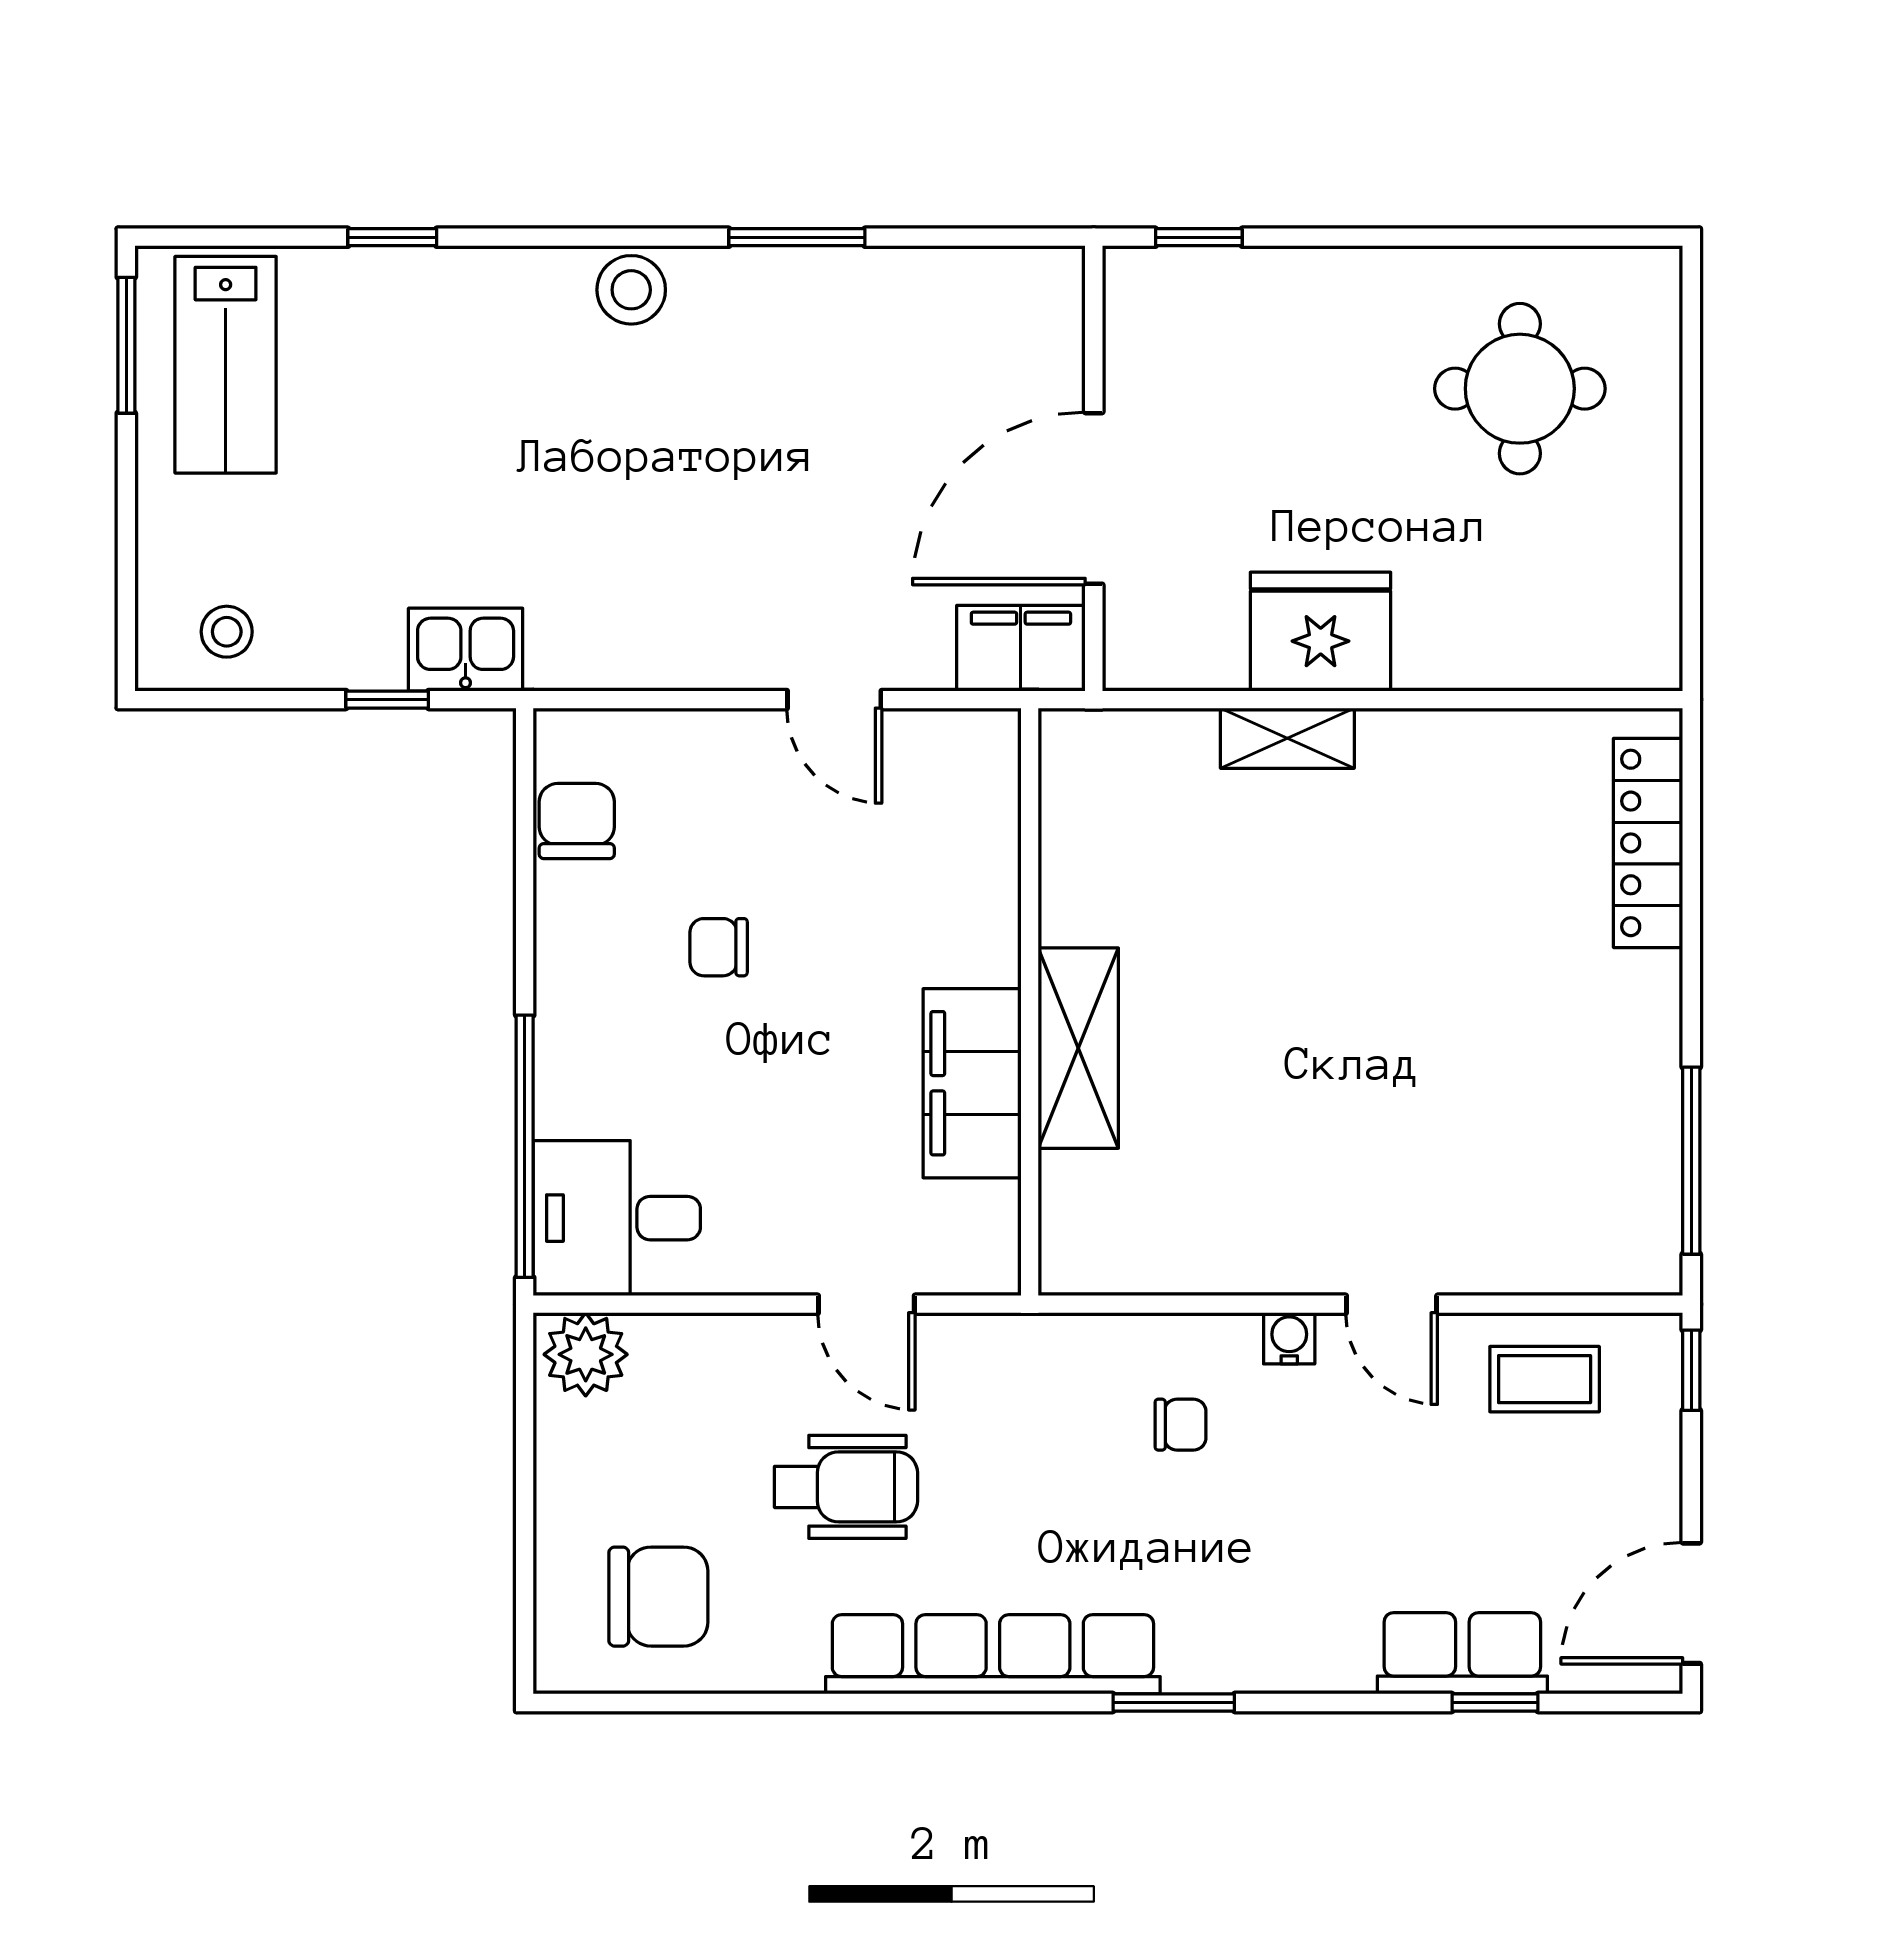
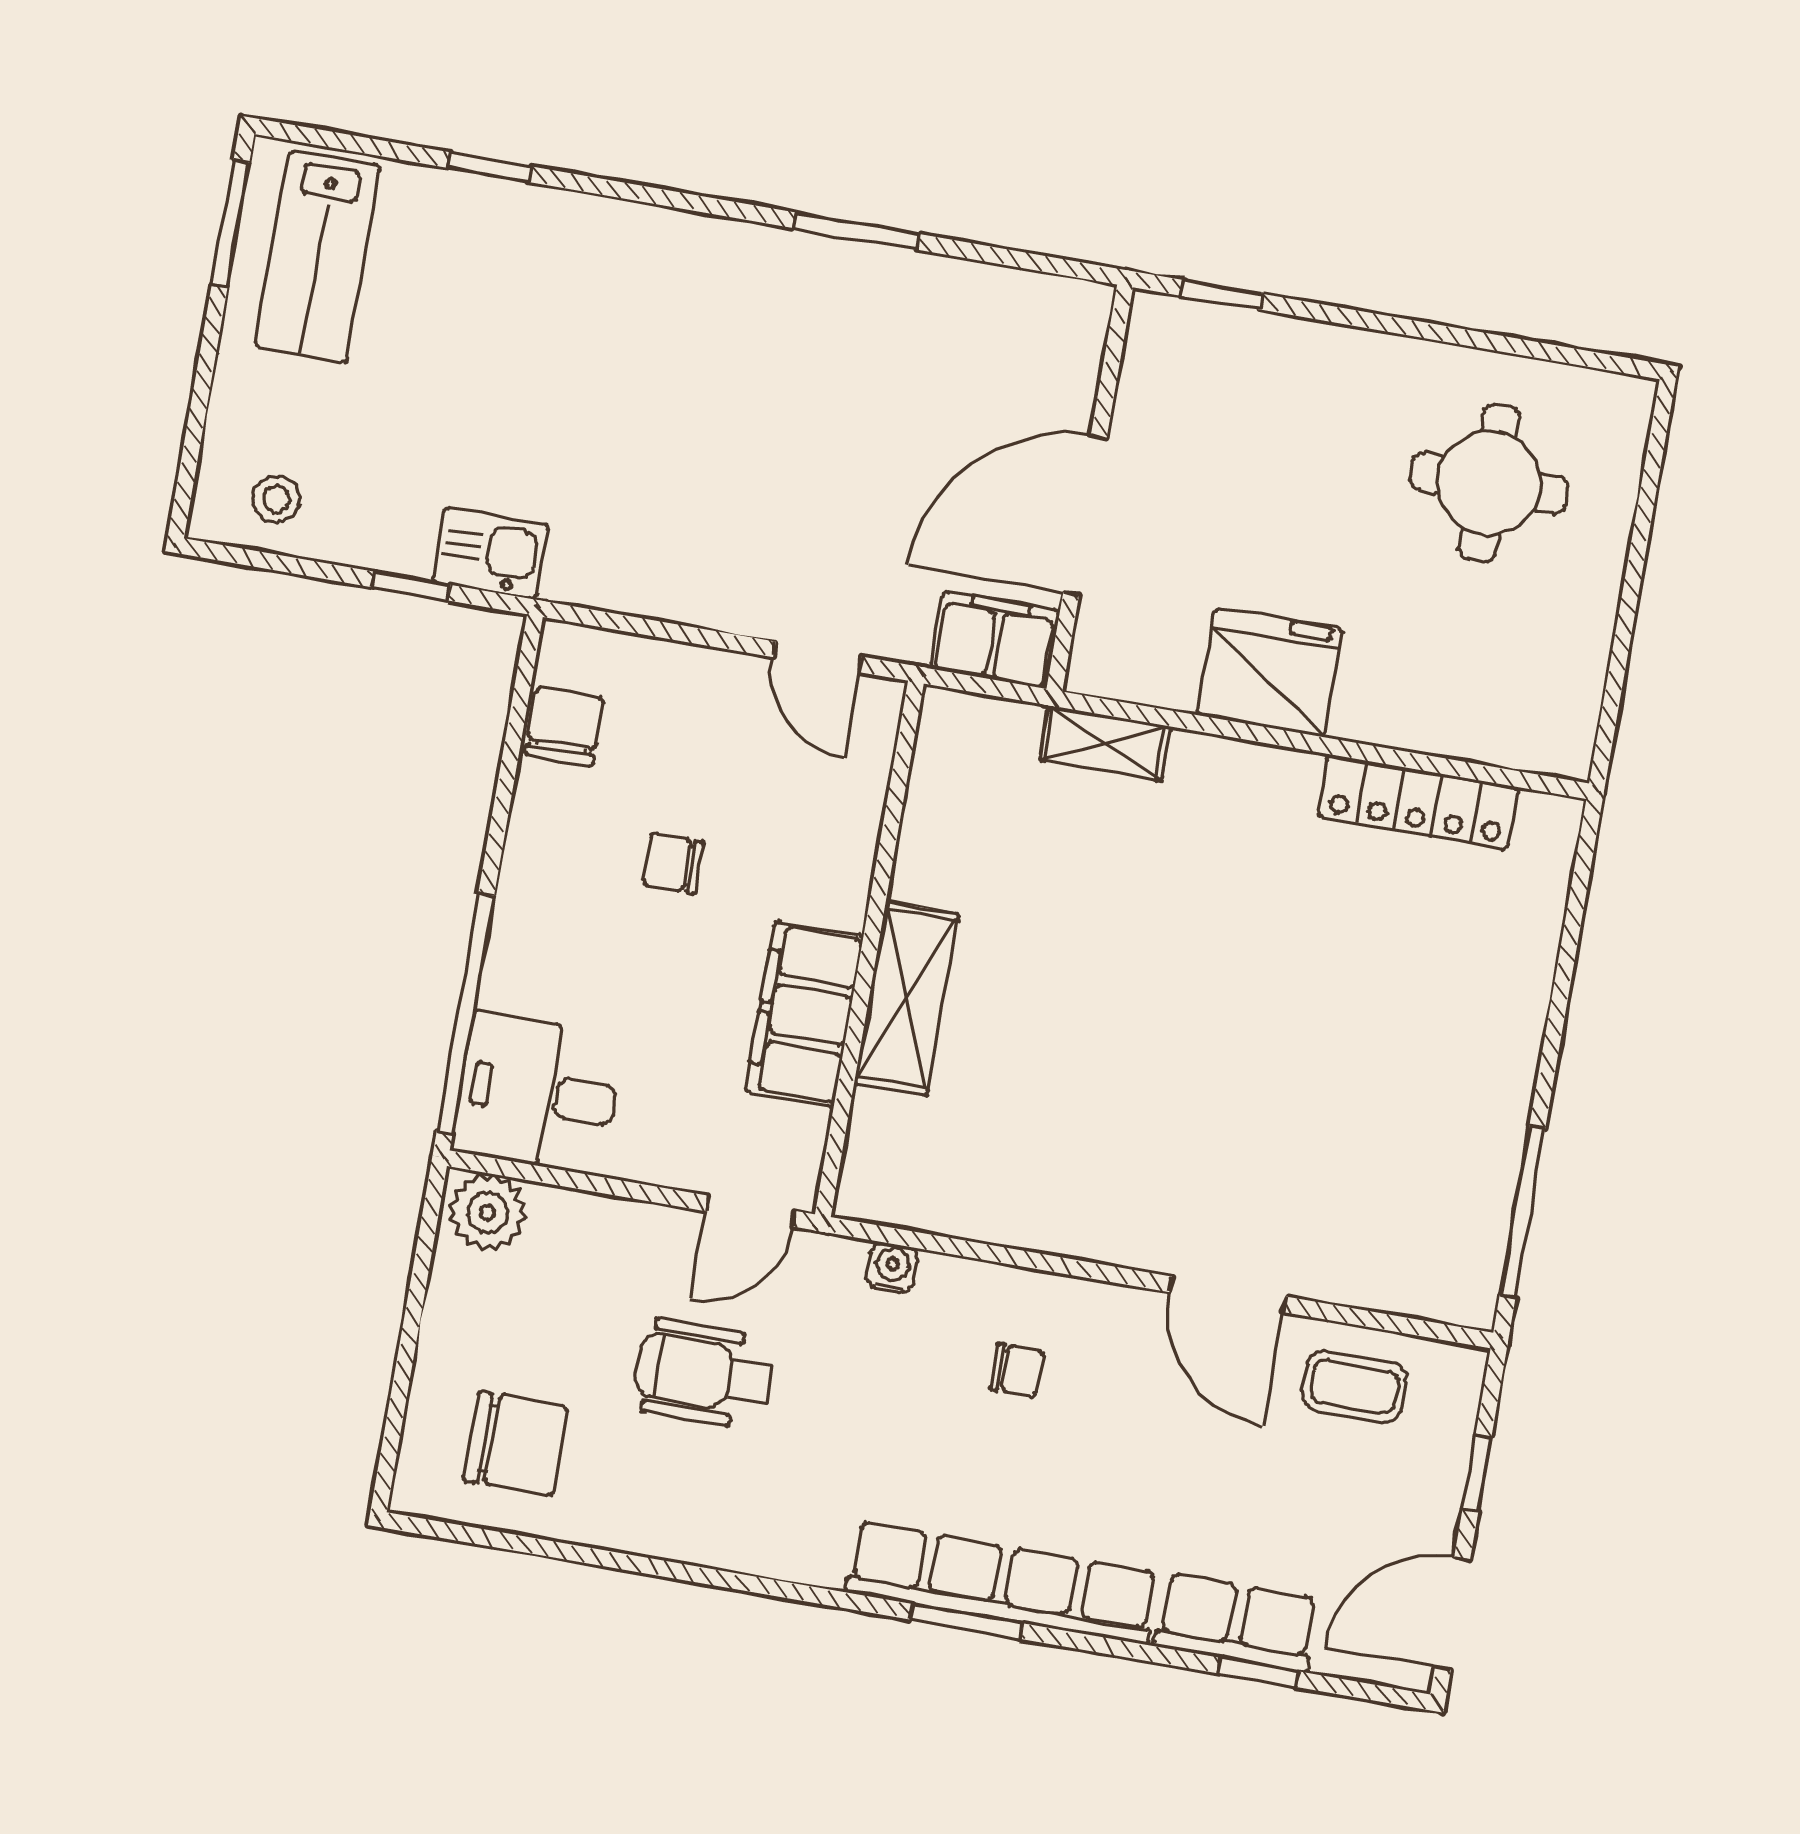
stool: (631, 290) -> (698, 253), removed
shelving: (1287, 738) -> (1105, 743), moved
locker: (1648, 843) -> (1418, 802), moved, turned -90
wall: (1030, 1002) -> (869, 949), moved
shelving: (1078, 1048) -> (906, 999), moved
filing cabinet: (972, 1083) -> (804, 1014), moved
door: (866, 1304) -> (751, 1211), hinge flipped
door: (1392, 1304) -> (1228, 1294), width x1.38
water cooler: (1289, 1338) -> (892, 1268), moved
window: (1691, 1370) -> (1477, 1473), moved
wheelchair: (846, 1487) -> (703, 1374), turned 180
row of seats: (993, 1654) -> (1002, 1583), moved

